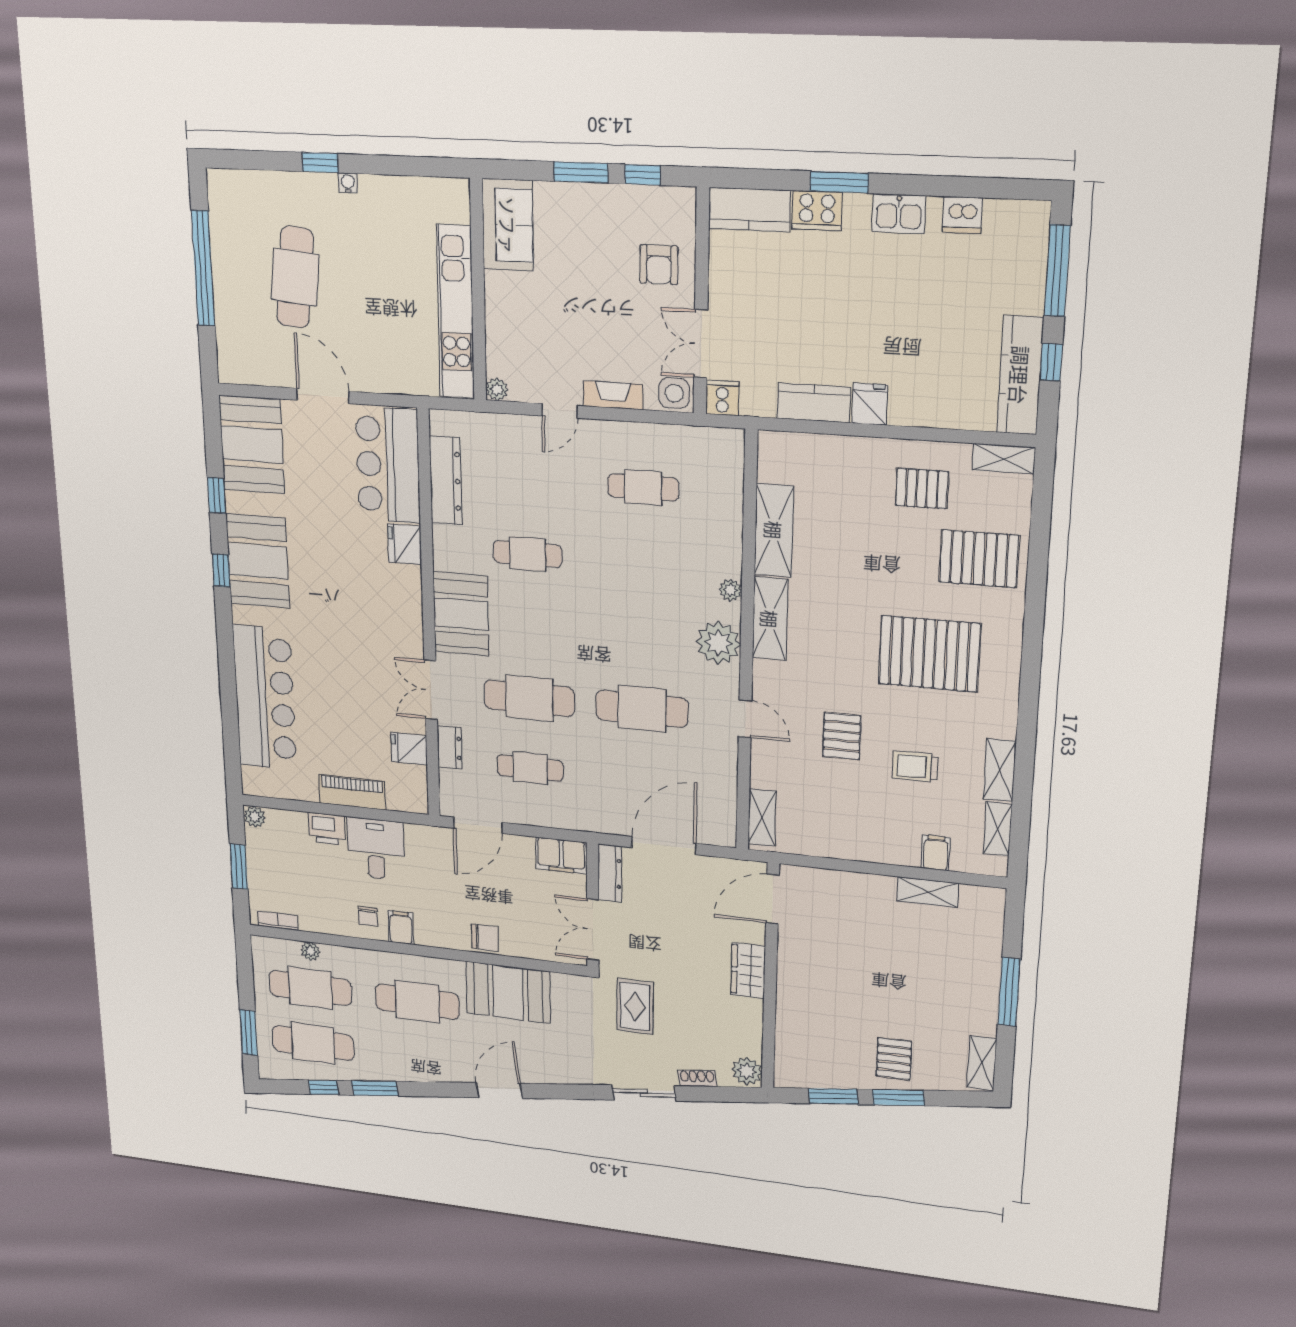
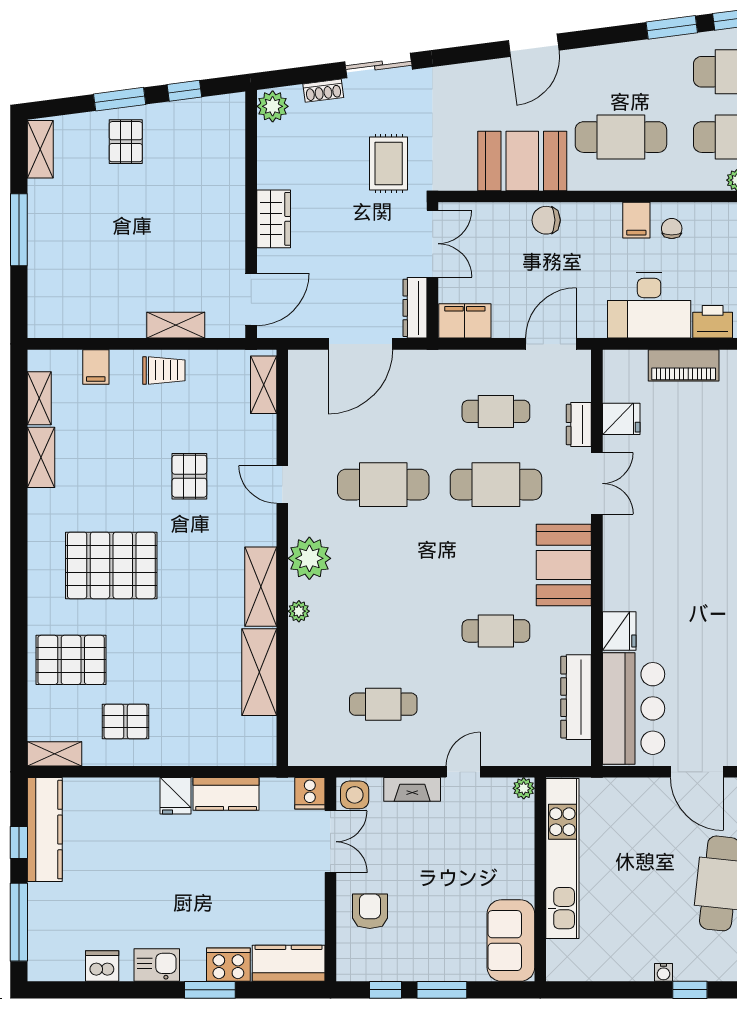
trolley: (915, 766) -> (164, 370), moved
desk: (376, 849) -> (649, 306), width x1.37
shelving: (928, 892) -> (176, 325), moved
window: (833, 1096) -> (184, 91), width x0.67

